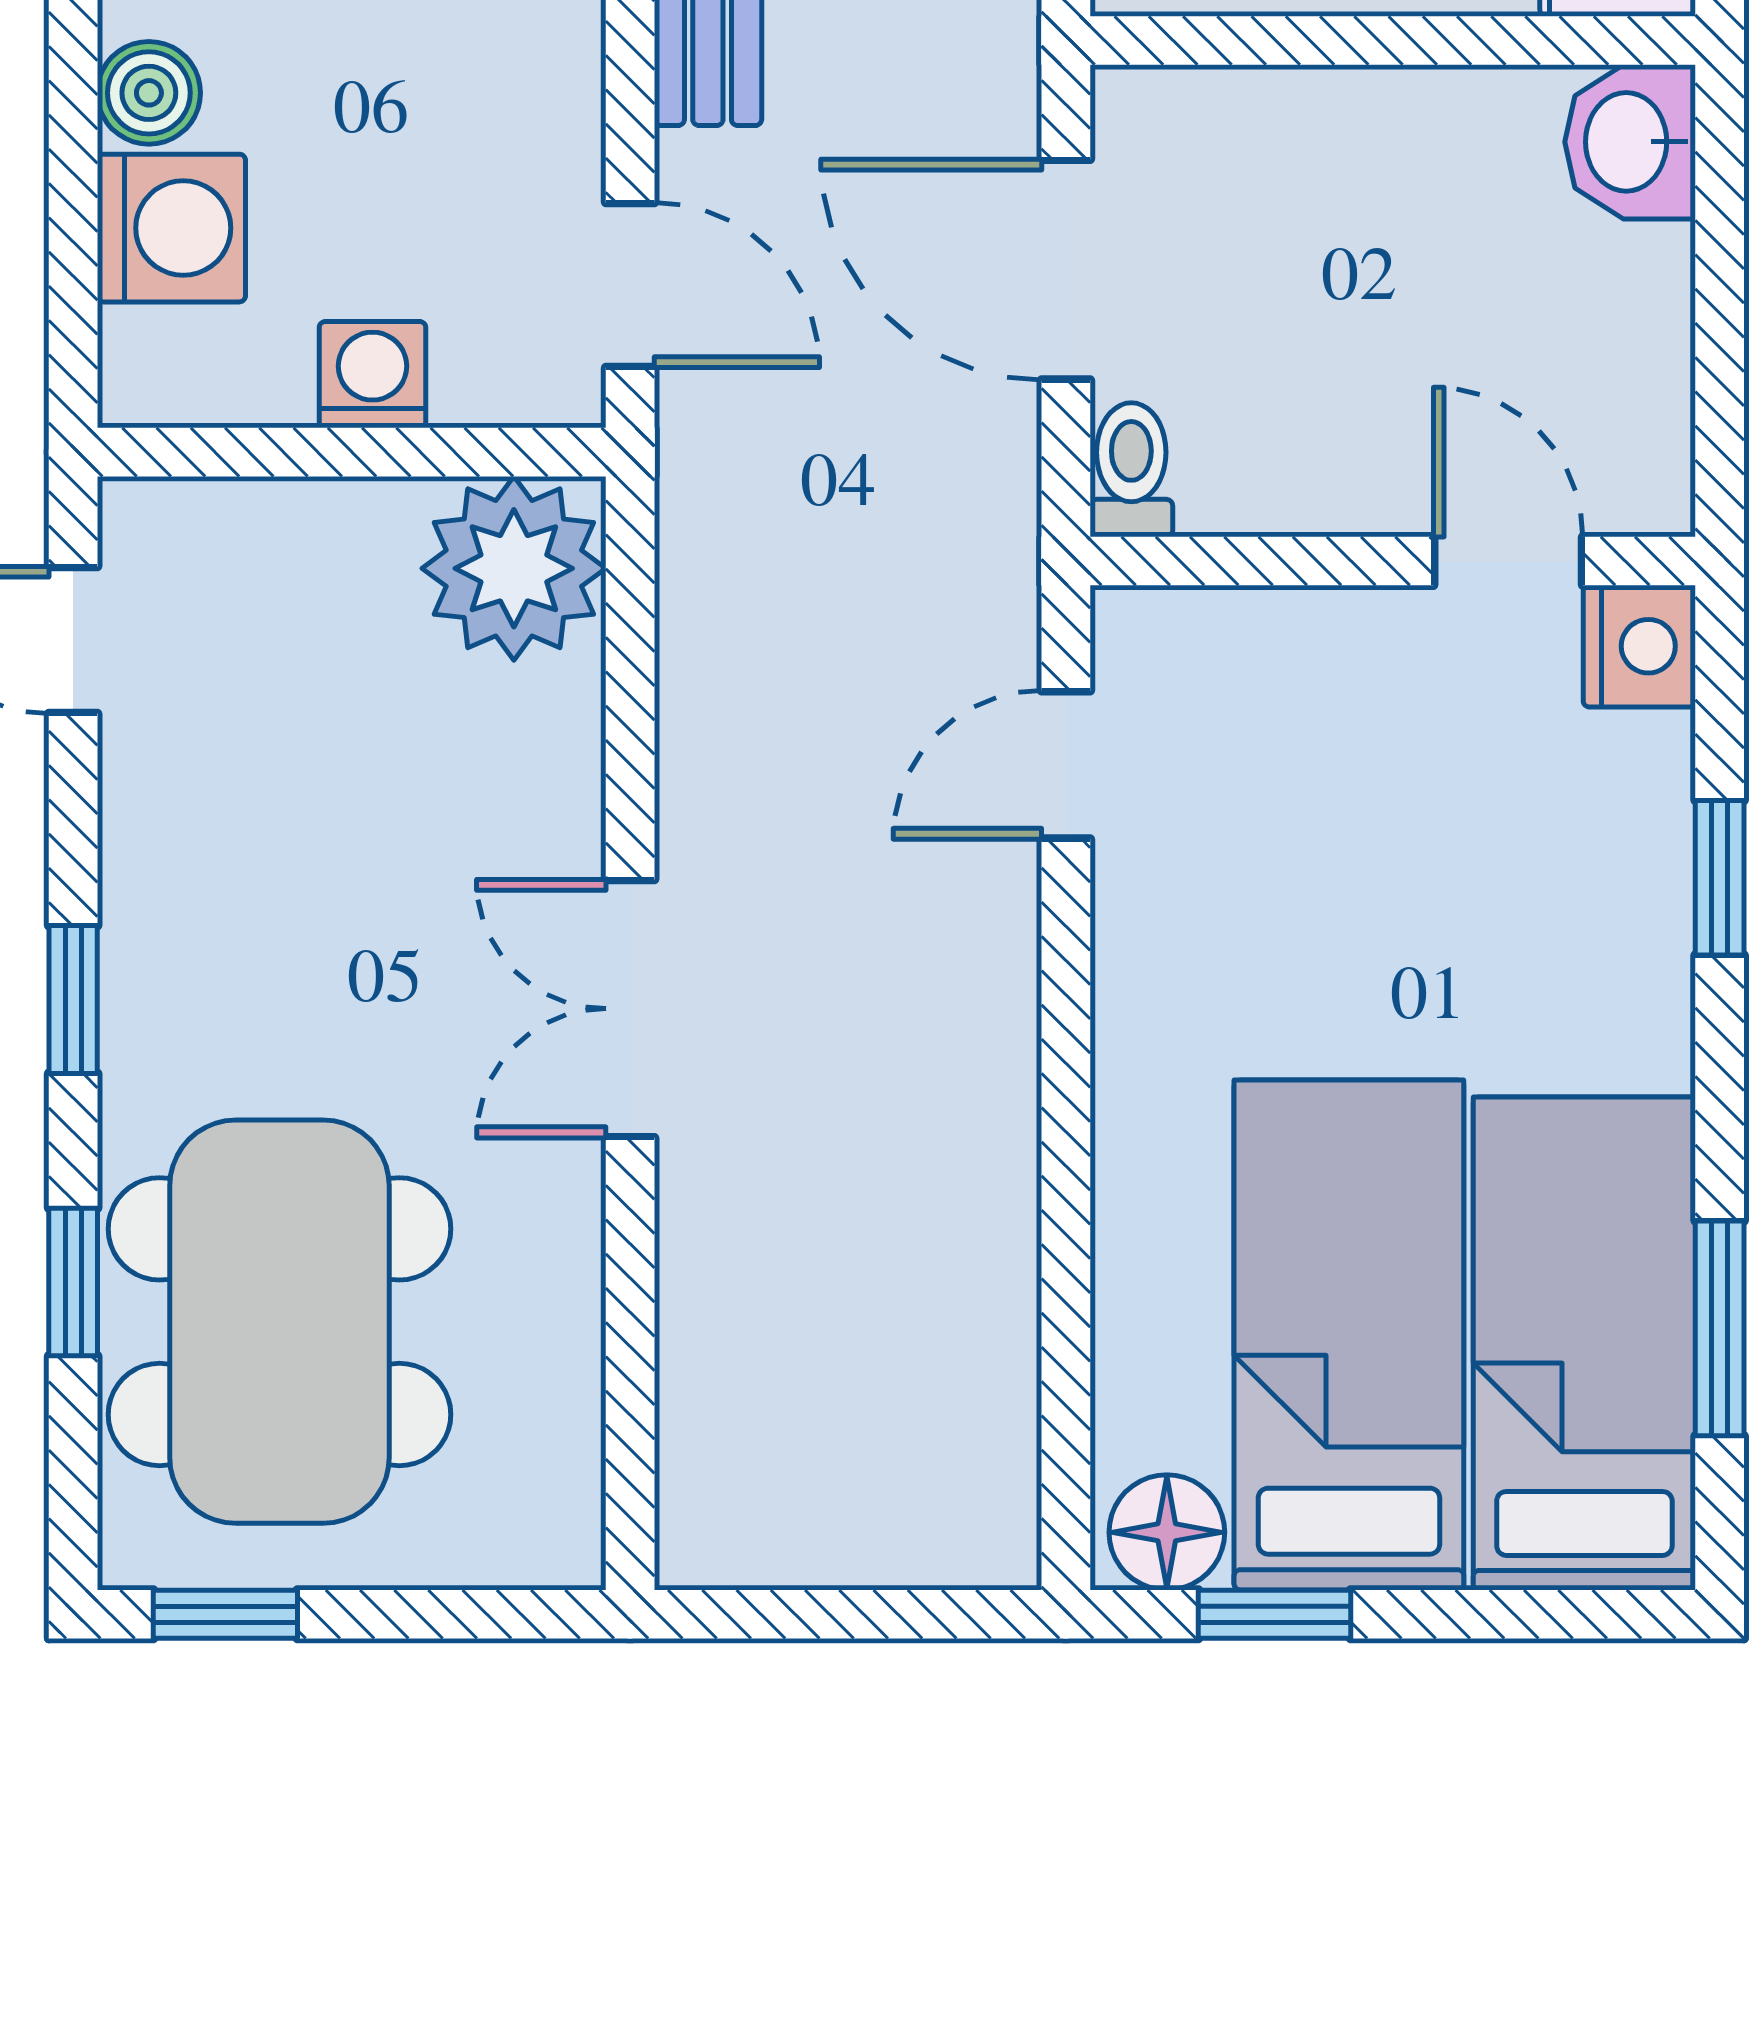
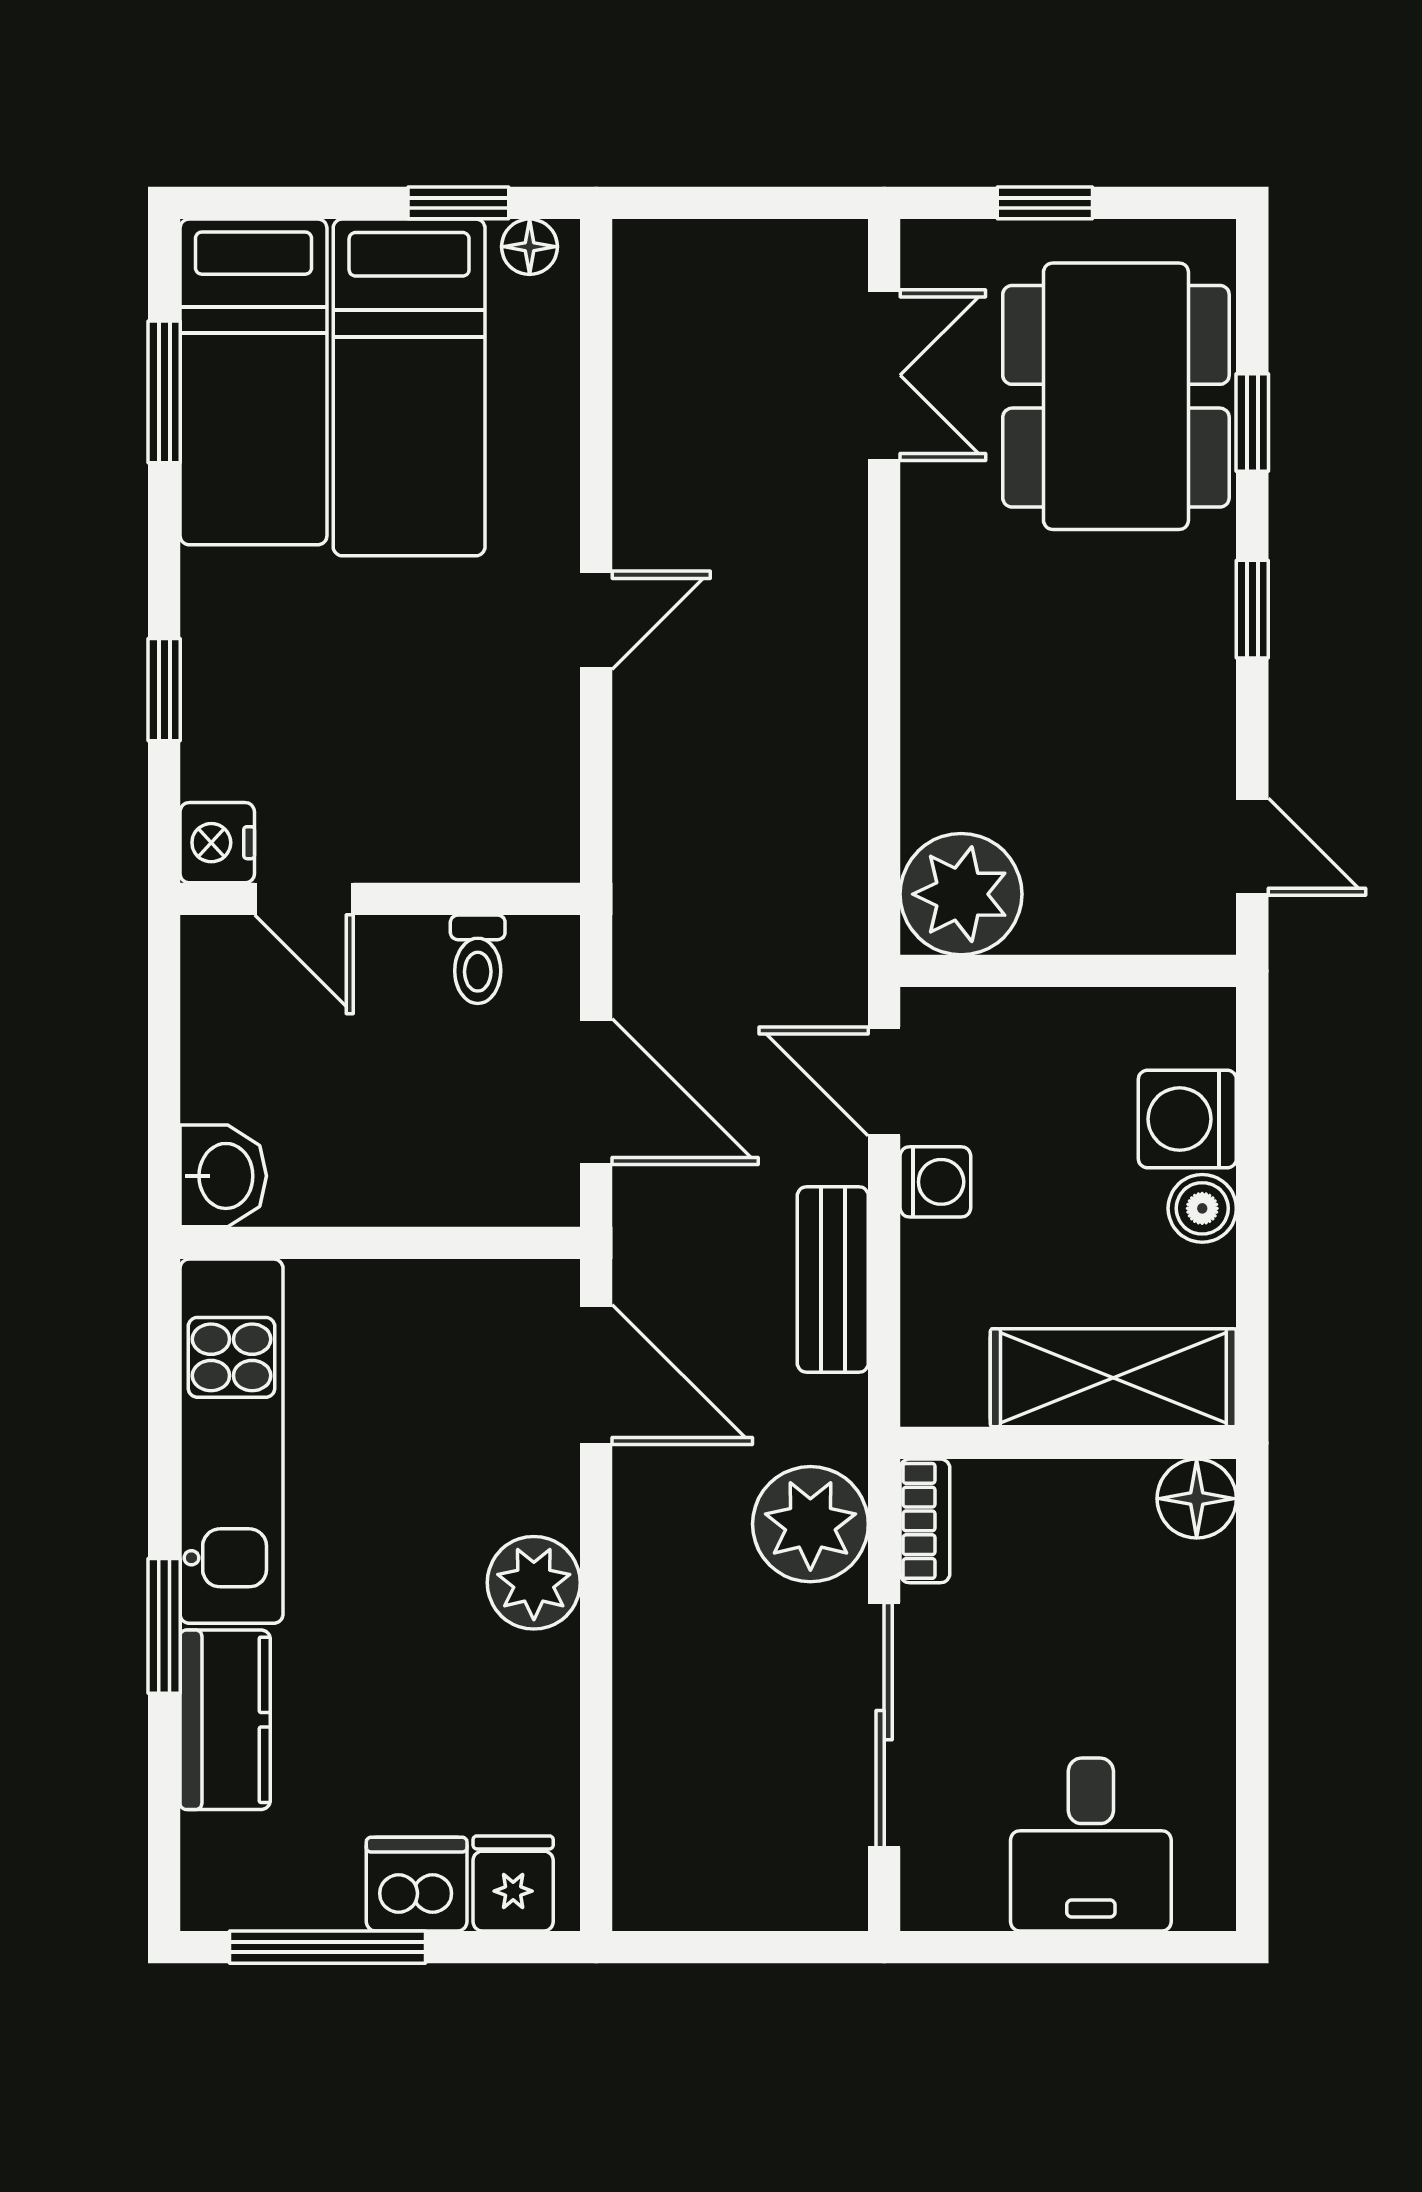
washing machine: (372, 375) -> (935, 1182), moved, turned -90
toilet: (1131, 470) -> (478, 959), moved
door: (1066, 765) -> (596, 620), moved
double door: (630, 1009) -> (884, 375), moved
floor lamp: (1167, 1532) -> (530, 247), width x0.73, depth x0.73
window: (225, 1614) -> (1045, 203), moved

